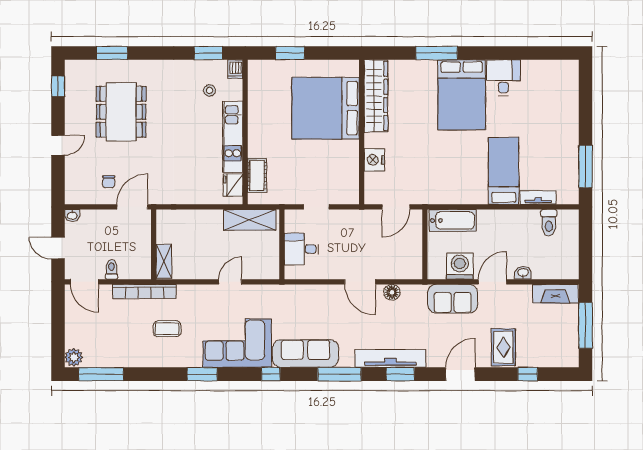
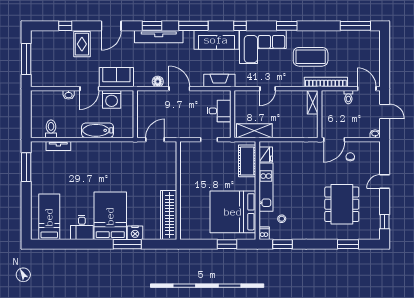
bed: (326, 108) -> (233, 212), moved, turned 180
nightstand: (374, 160) -> (135, 233), moved, turned 90
bed: (504, 171) -> (49, 217), moved, turned 180
cot: (257, 175) -> (247, 161), width x1.37, depth x1.34
bathtub: (453, 220) -> (98, 130), moved
fireplace: (555, 294) -> (219, 81), moved
coffee table: (167, 329) -> (311, 57), width x1.86, depth x1.72
plant: (74, 357) -> (374, 37), removed

